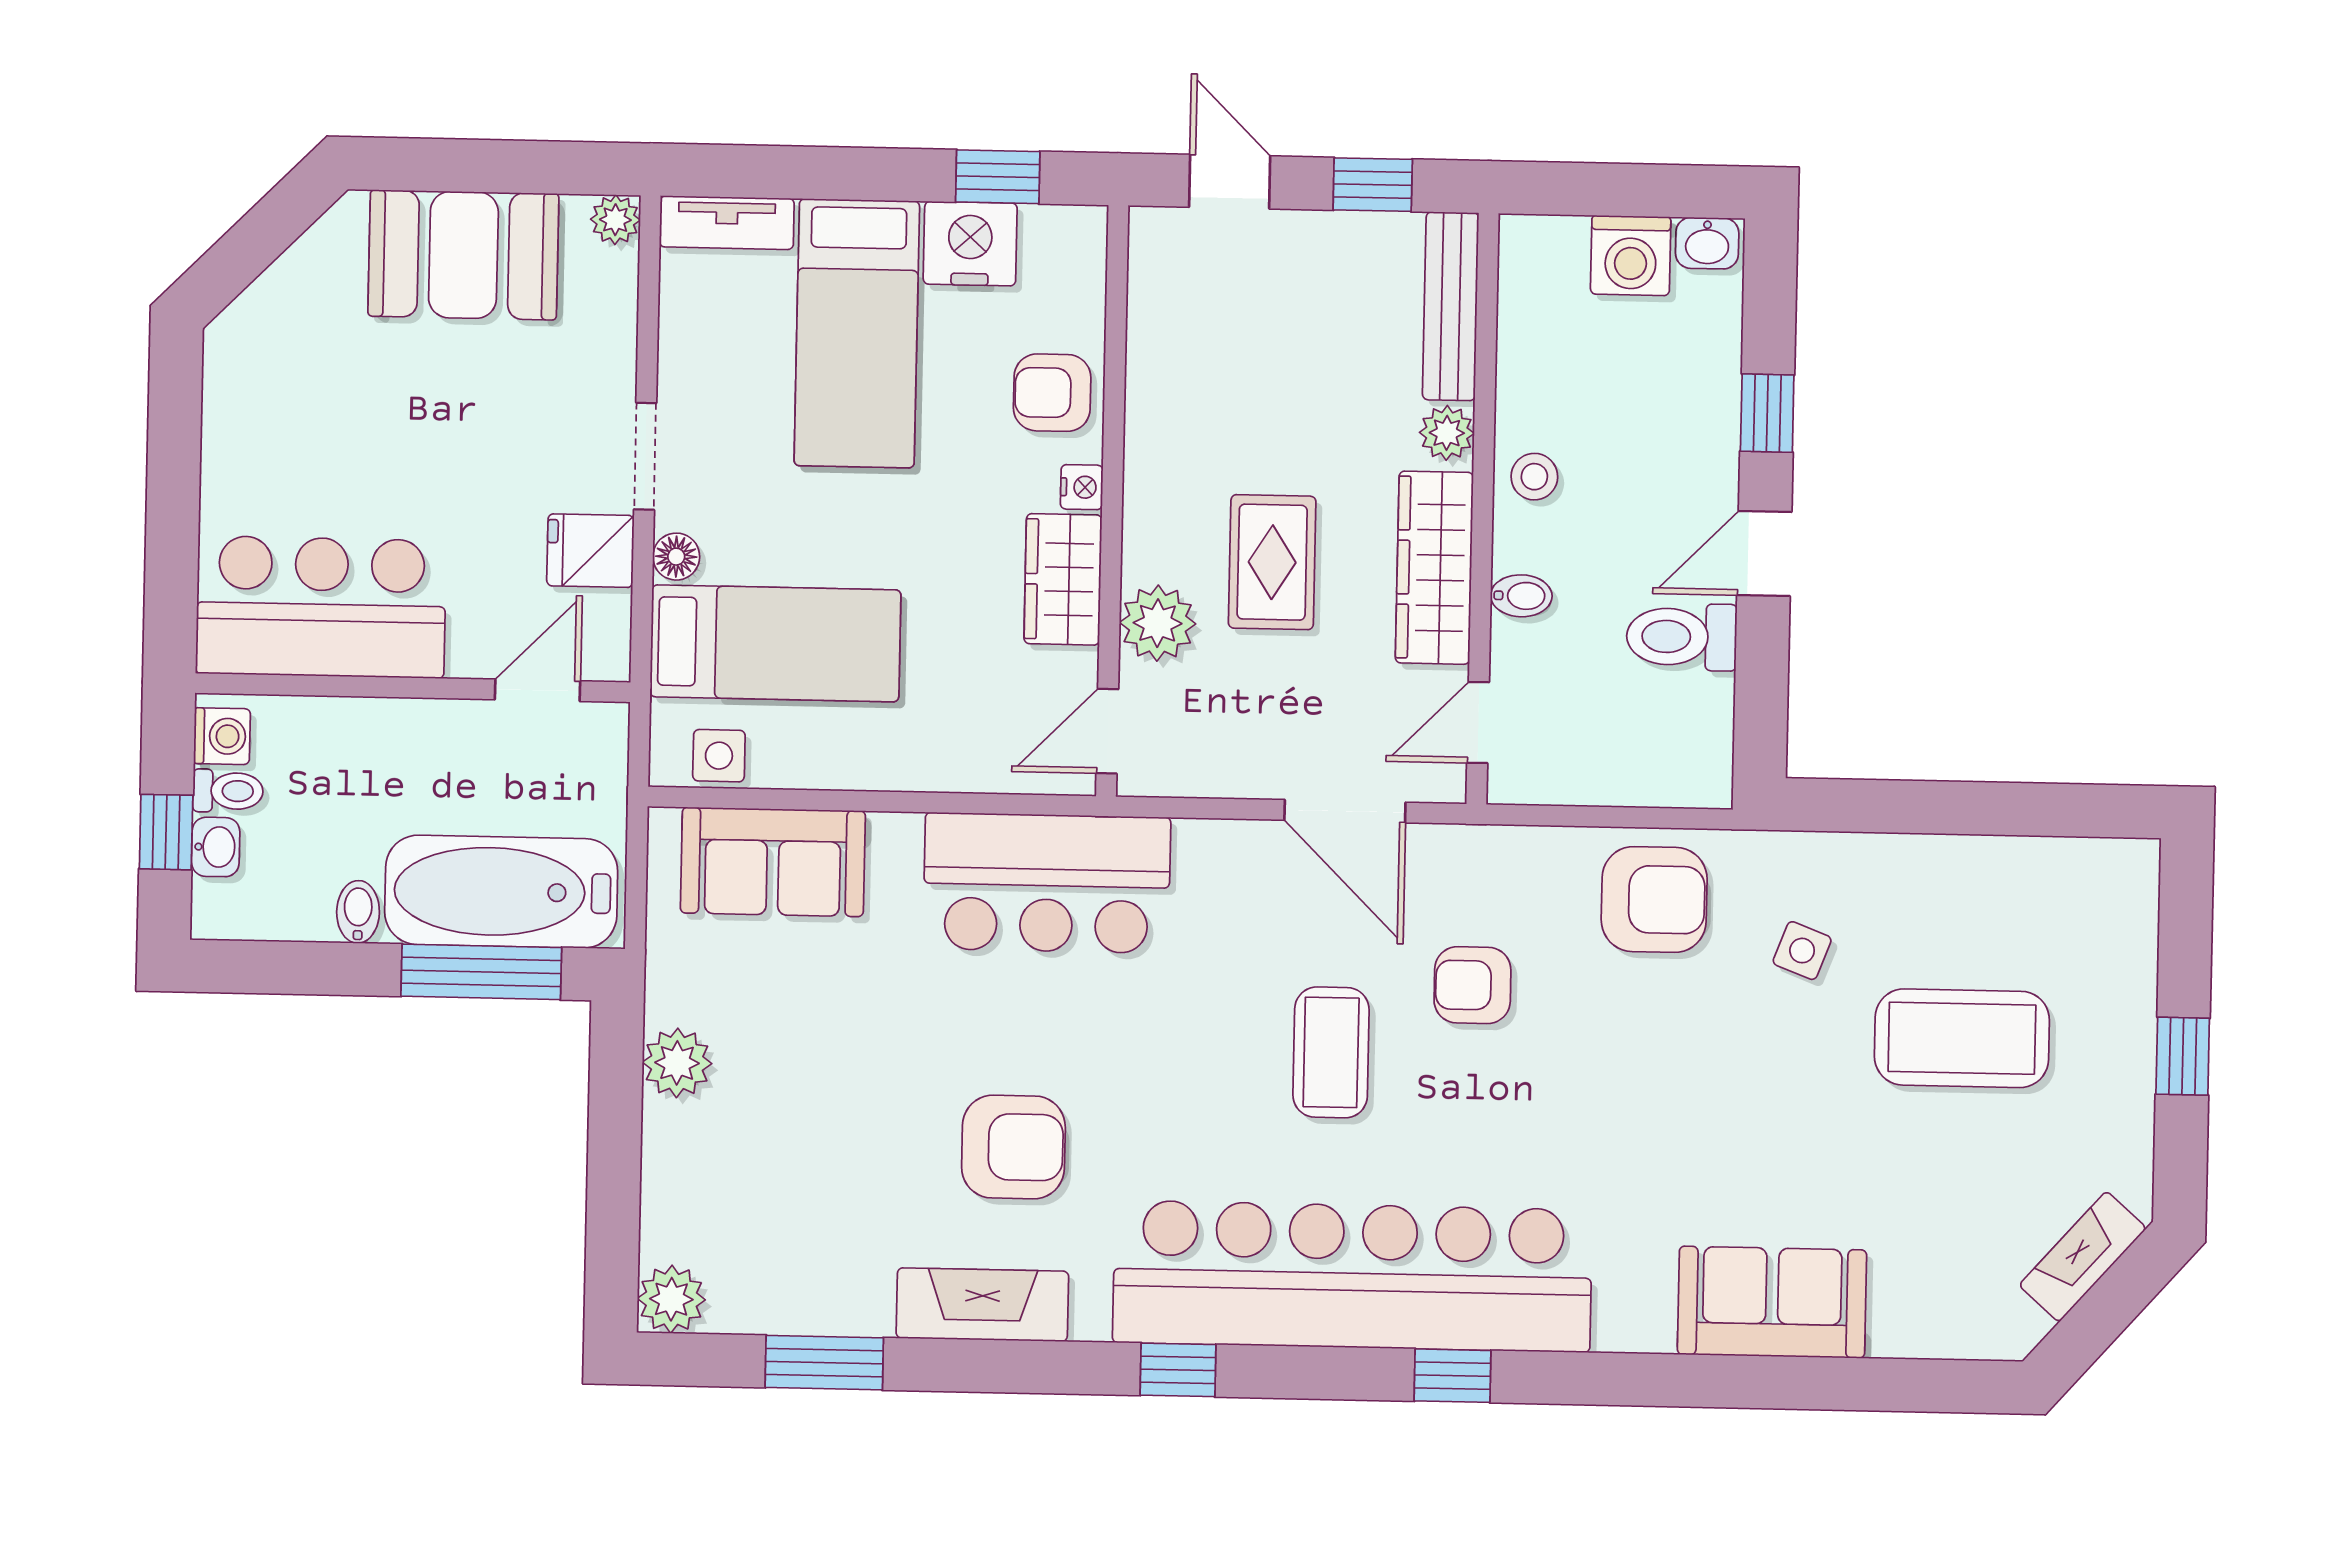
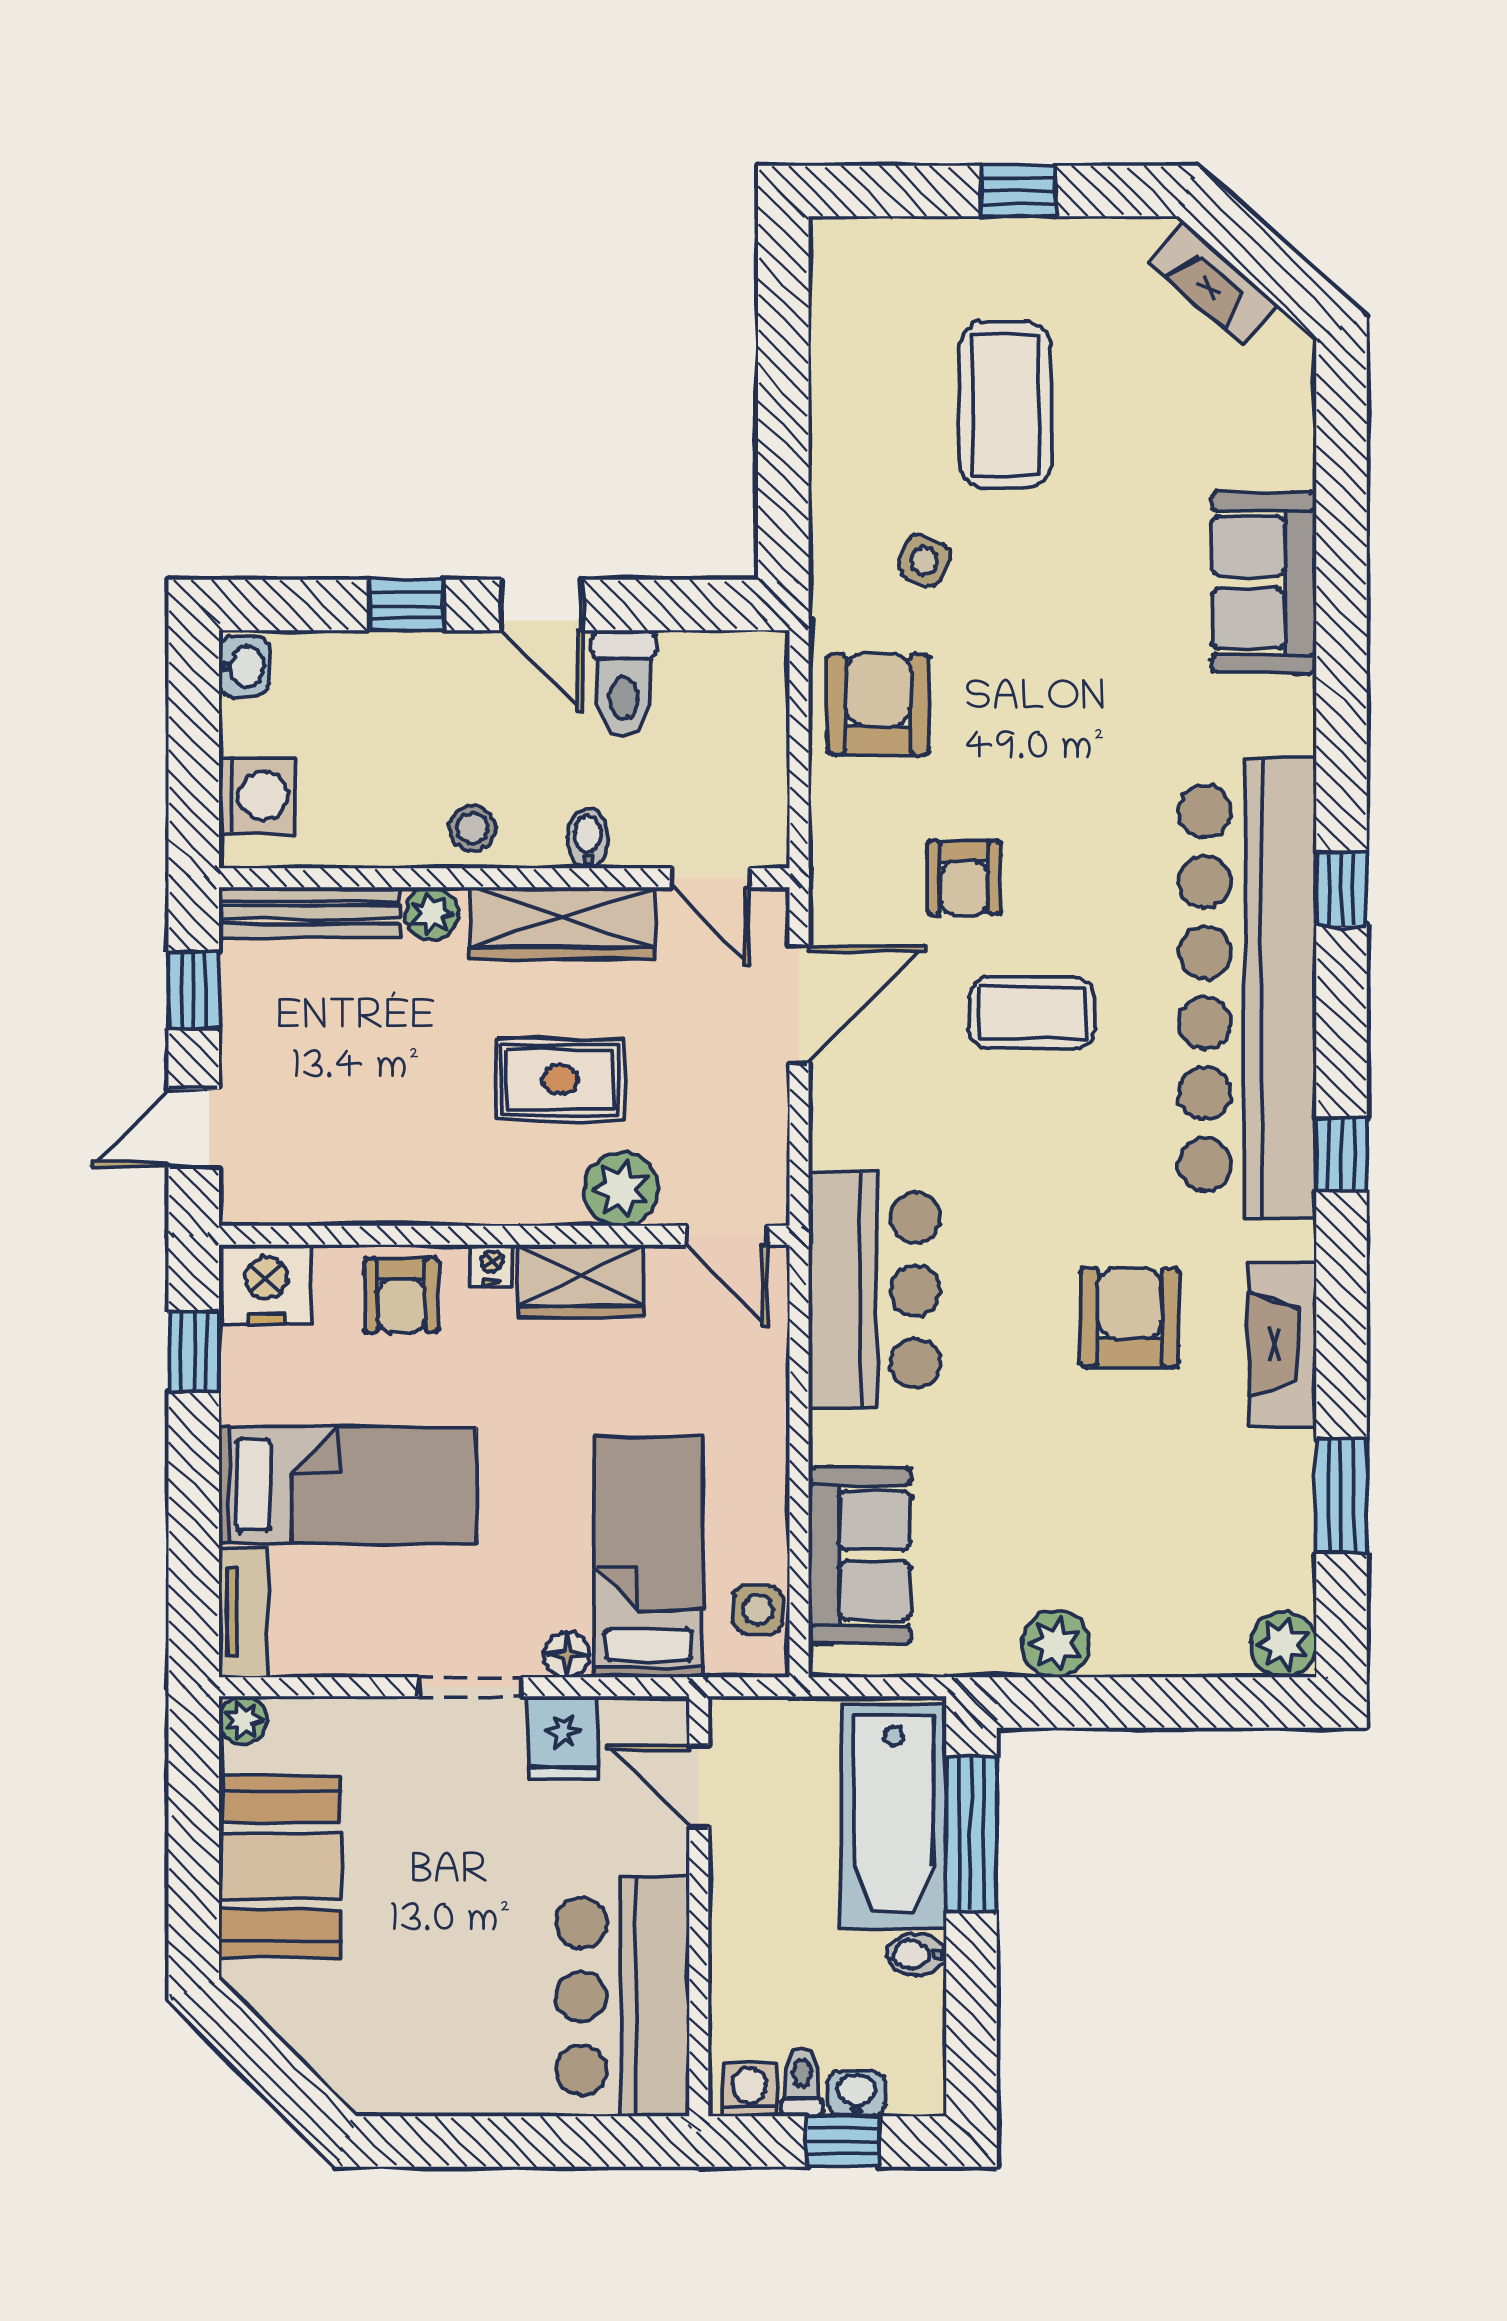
nightstand: (970, 244) -> (266, 1285), moved, turned 90
washing machine: (1631, 255) -> (257, 796), moved

